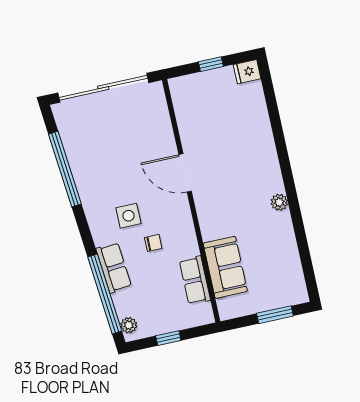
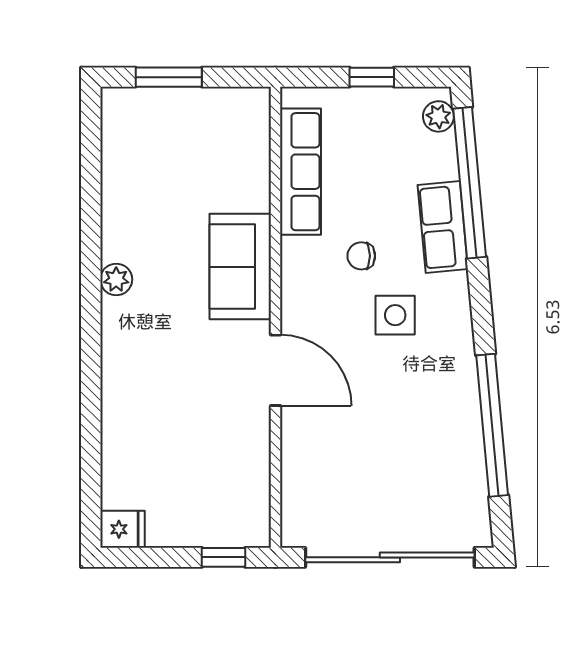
window: (211, 64) -> (224, 557), moved
sofa: (225, 267) -> (240, 267), moved
row of seats: (195, 280) -> (301, 172), width x1.48

